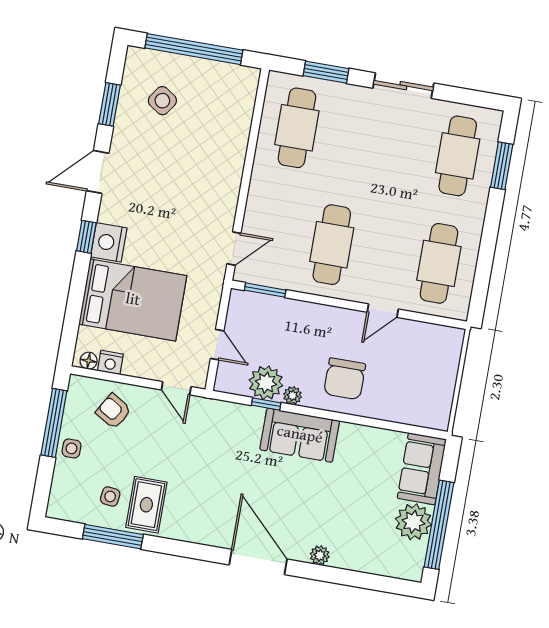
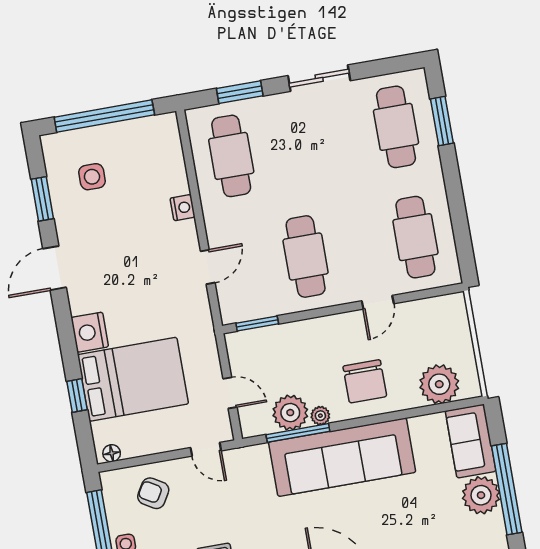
side table: (162, 101) -> (92, 177), turned -34
window: (86, 237) -> (77, 396), moved
door: (234, 249) -> (208, 267), moved
nightstand: (110, 362) -> (183, 208), moved, turned -90
window: (266, 404) -> (298, 433), width x2.17
plant: (412, 406) -> (439, 384), added
sofa: (300, 435) -> (342, 457), width x1.85, depth x1.27

